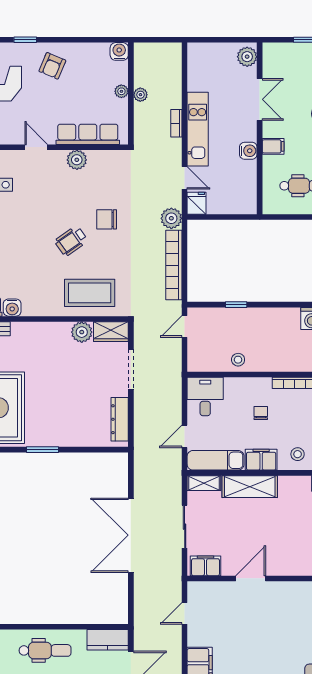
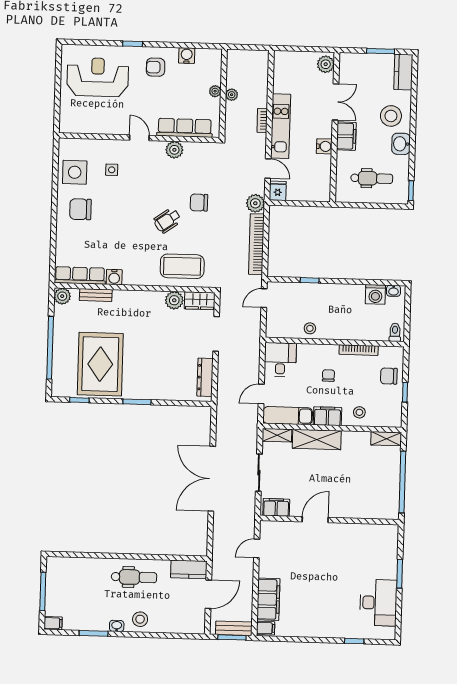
water cooler: (119, 51) -> (187, 56), moved
armchair: (52, 66) -> (156, 67), turned 67
filing cabinet: (273, 146) -> (346, 136), width x2.00

